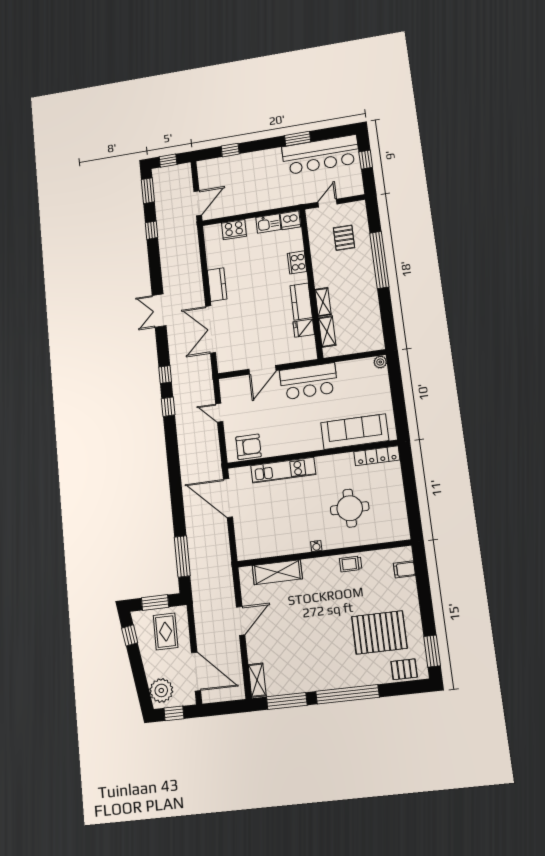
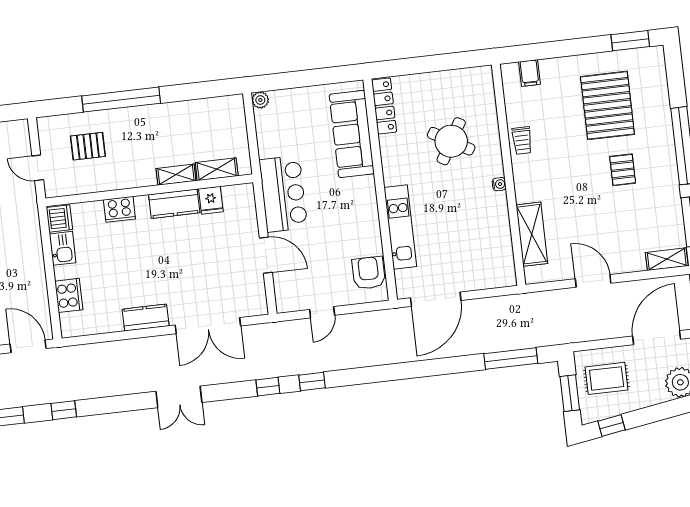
round table: (350, 508) -> (451, 141), turned 30
pallet: (404, 669) -> (623, 170), moved

